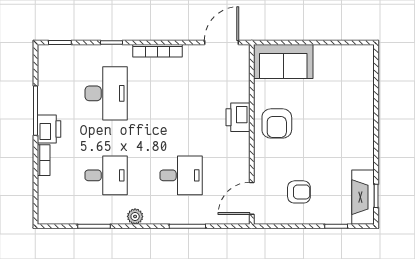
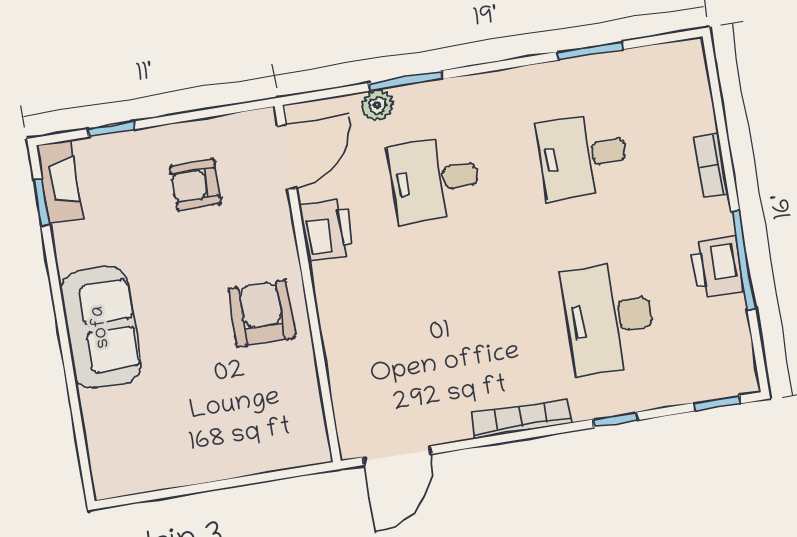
sofa: (283, 62) -> (101, 327), moved, turned 90
printer: (238, 117) -> (327, 230), moved
printer: (49, 129) -> (717, 267), moved
fireplace: (363, 197) -> (59, 182), width x0.73, depth x0.76
plant: (135, 216) -> (377, 105), moved

